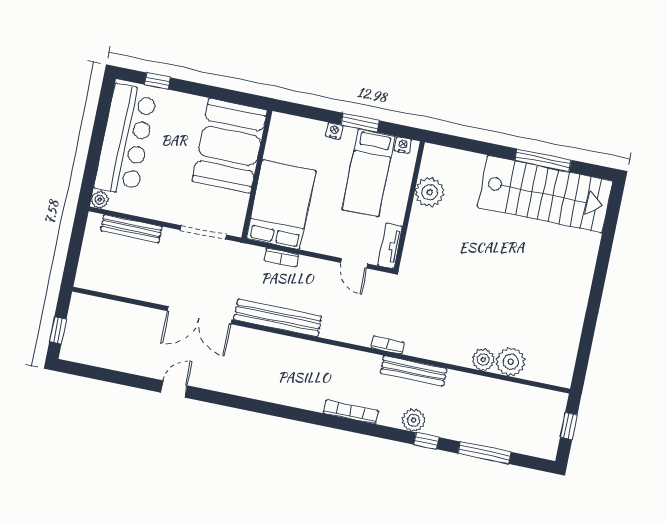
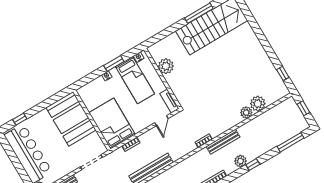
door: (354, 263) -> (161, 121), hinge flipped
window: (584, 351) -> (283, 73), added
window: (484, 453) -> (290, 142), moved

